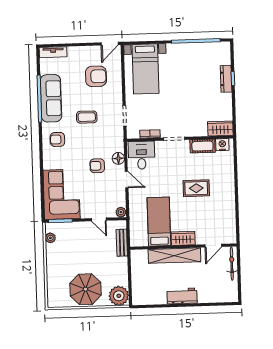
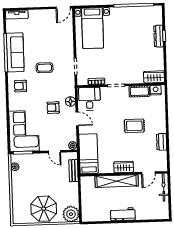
armchair: (96, 76) -> (52, 34), removed
dresser: (230, 208) -> (162, 142), added
bed: (159, 222) -> (89, 154), moved

